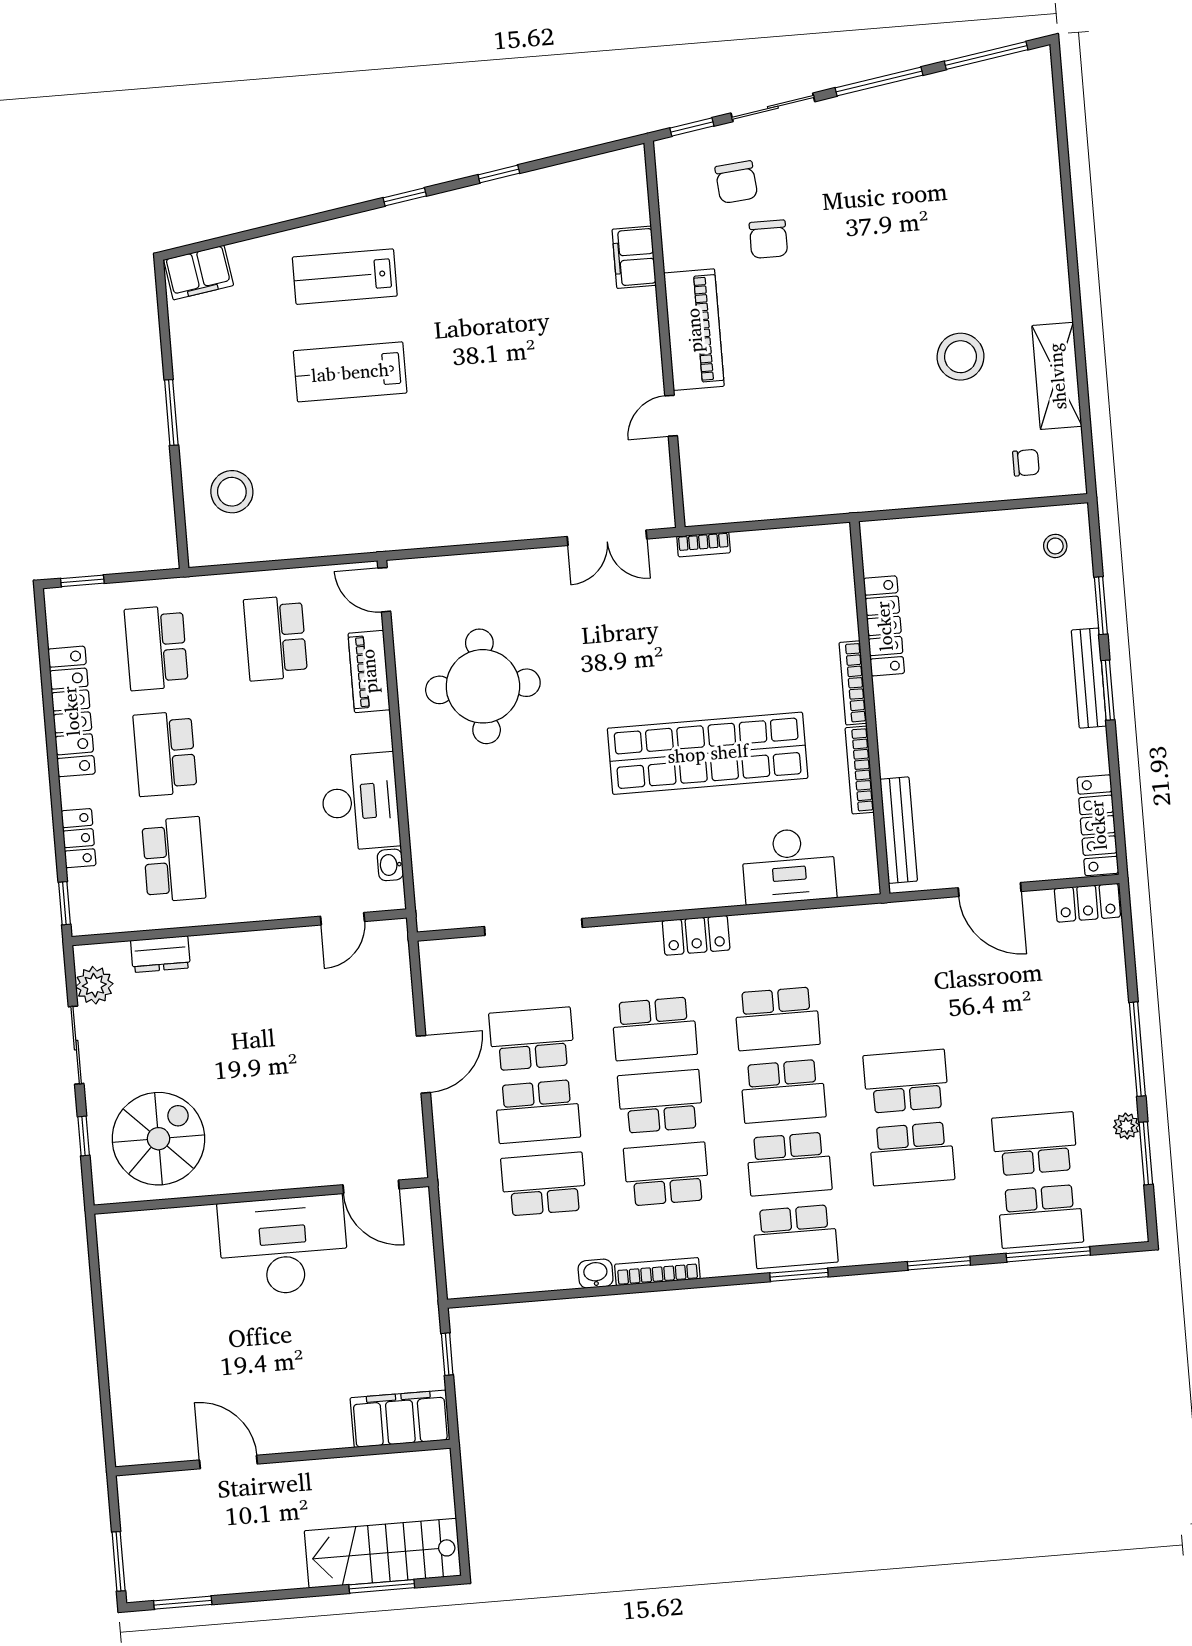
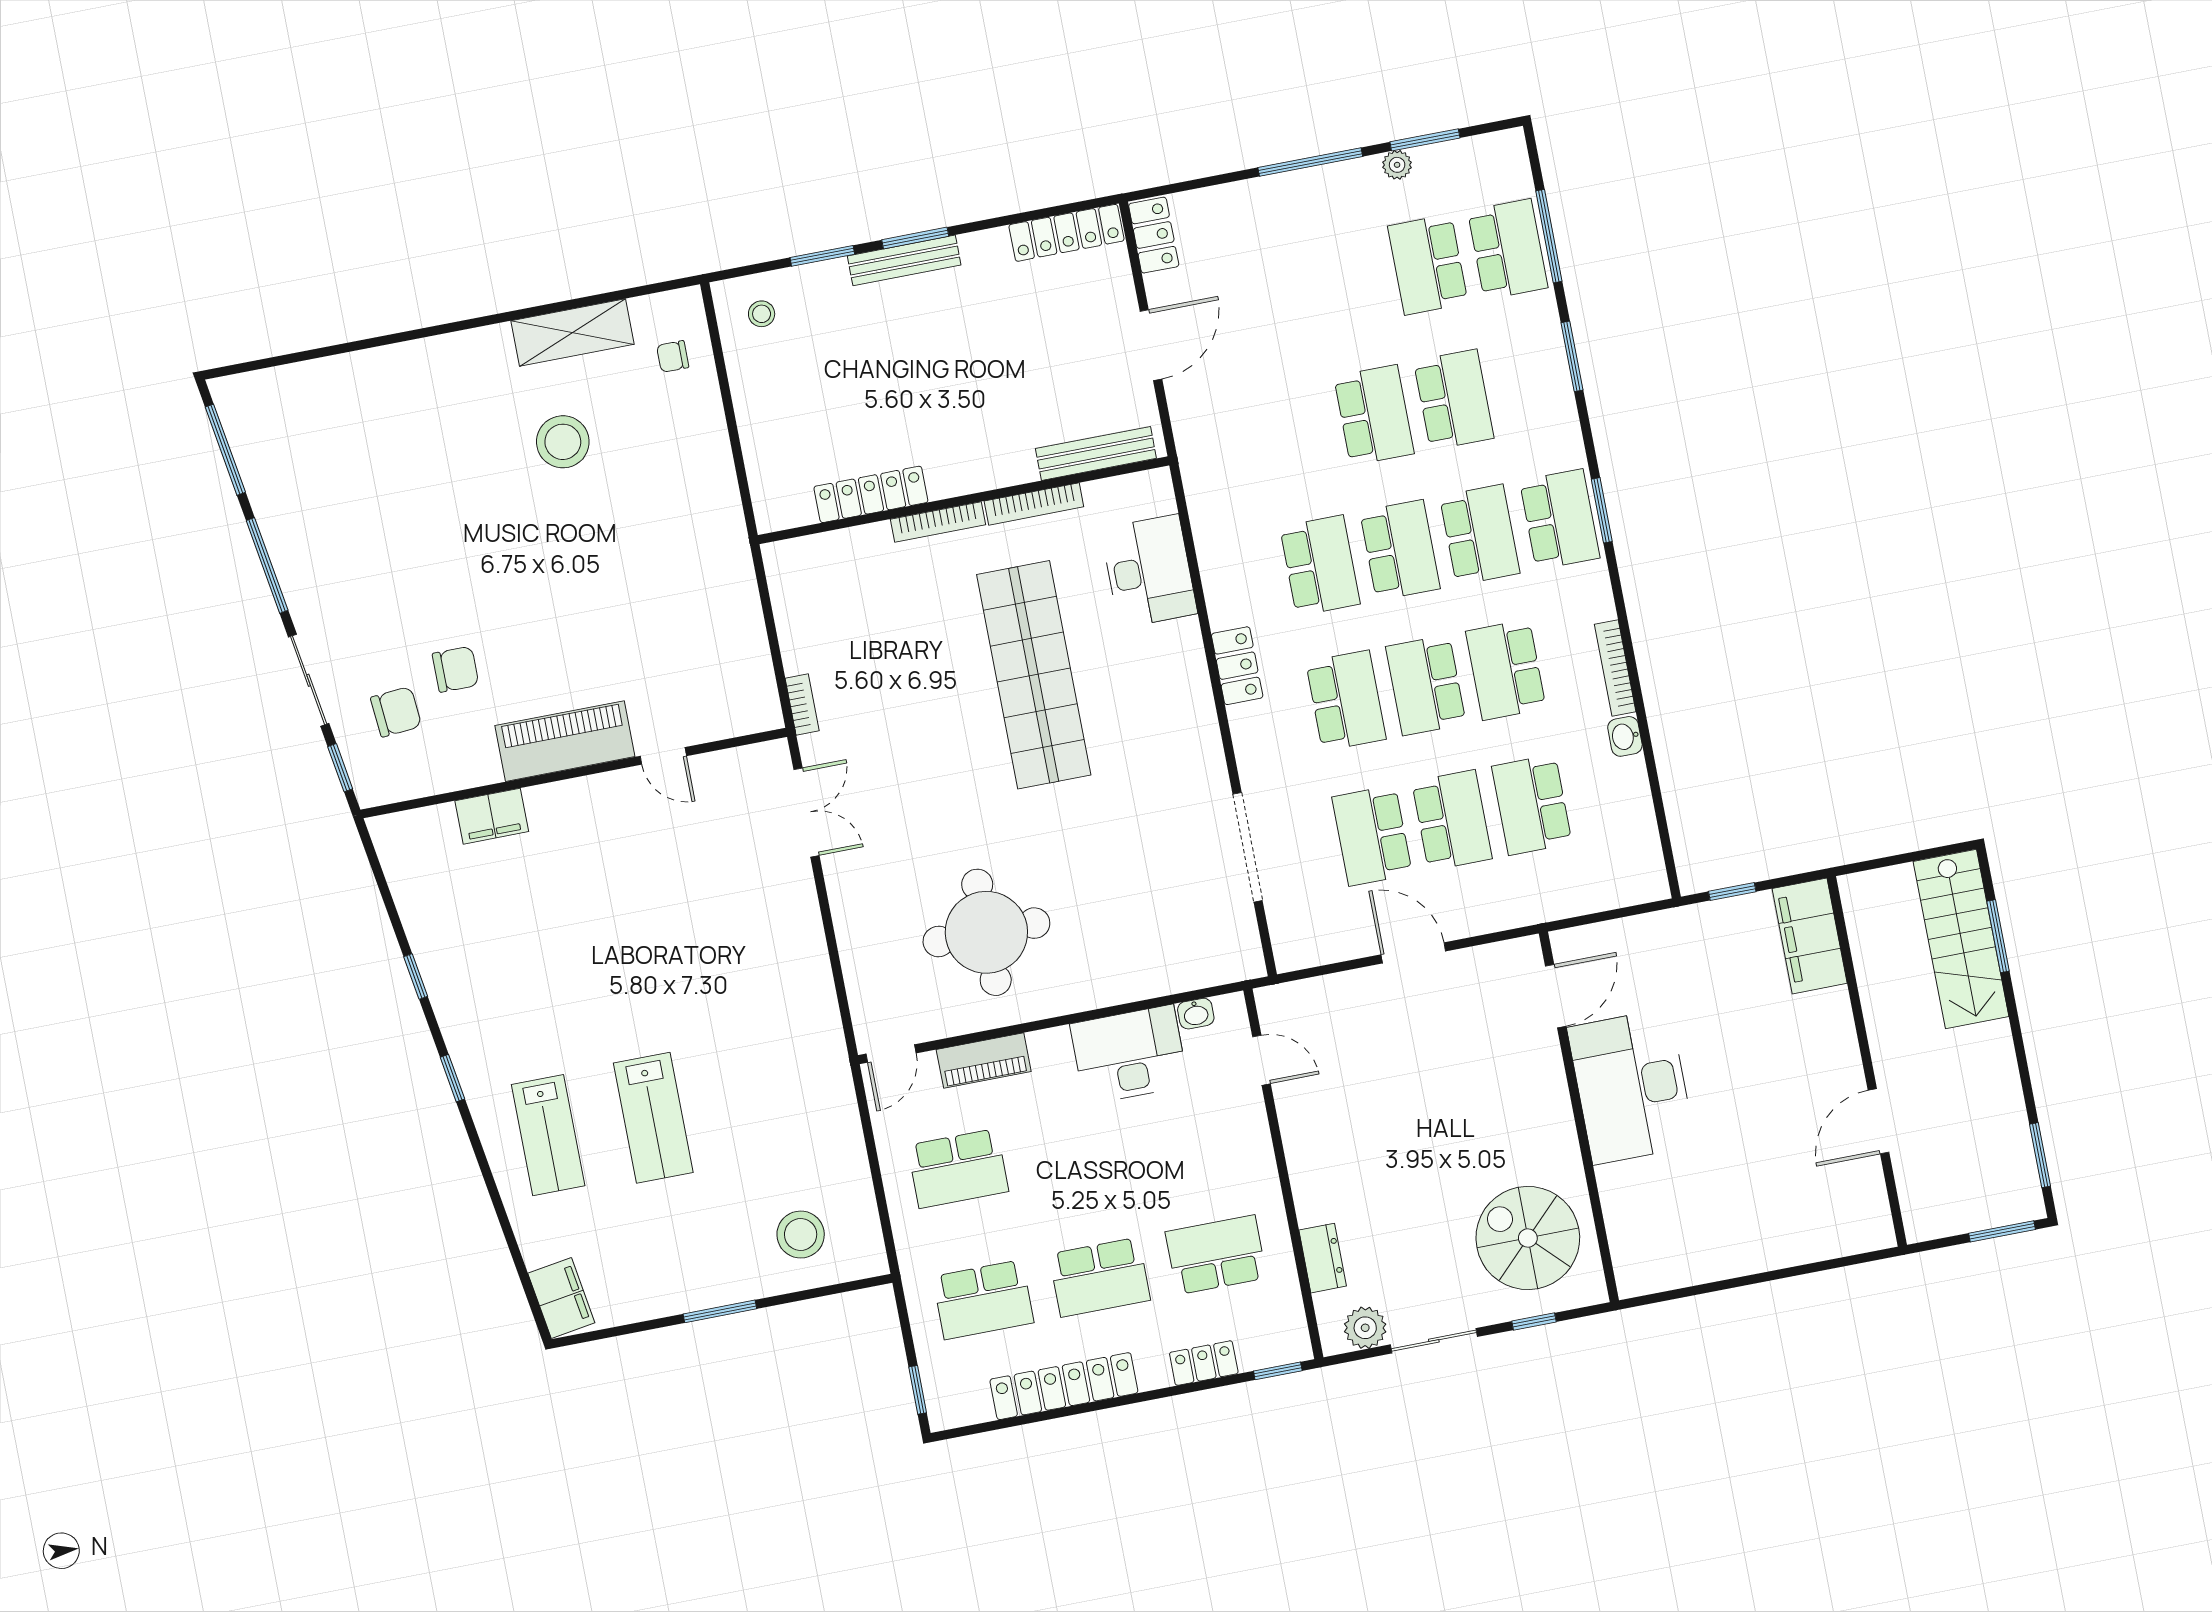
chair: (1026, 463) -> (673, 356), turned -90
school desk: (906, 1081) -> (1374, 415), turned 180

